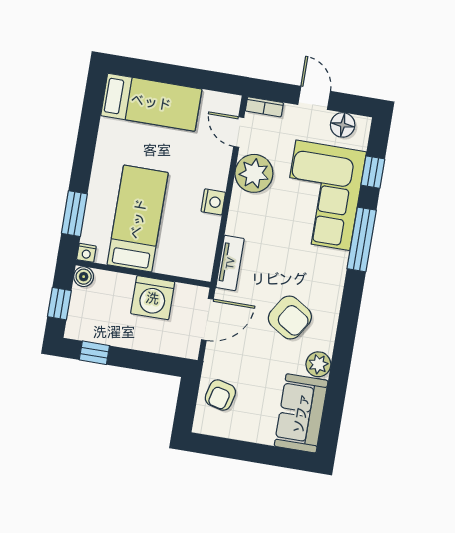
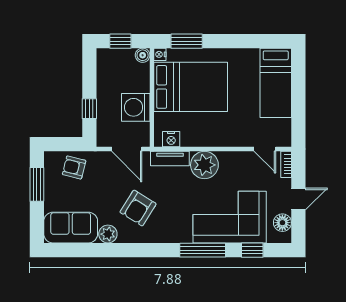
door: (239, 132) -> (265, 149), swing flipped
plant: (254, 173) -> (204, 165), moved
nightstand: (213, 202) -> (171, 139), moved
bed: (138, 219) -> (191, 87), width x1.50
window: (94, 353) -> (89, 109), moved
window: (235, 449) -> (37, 184), added

